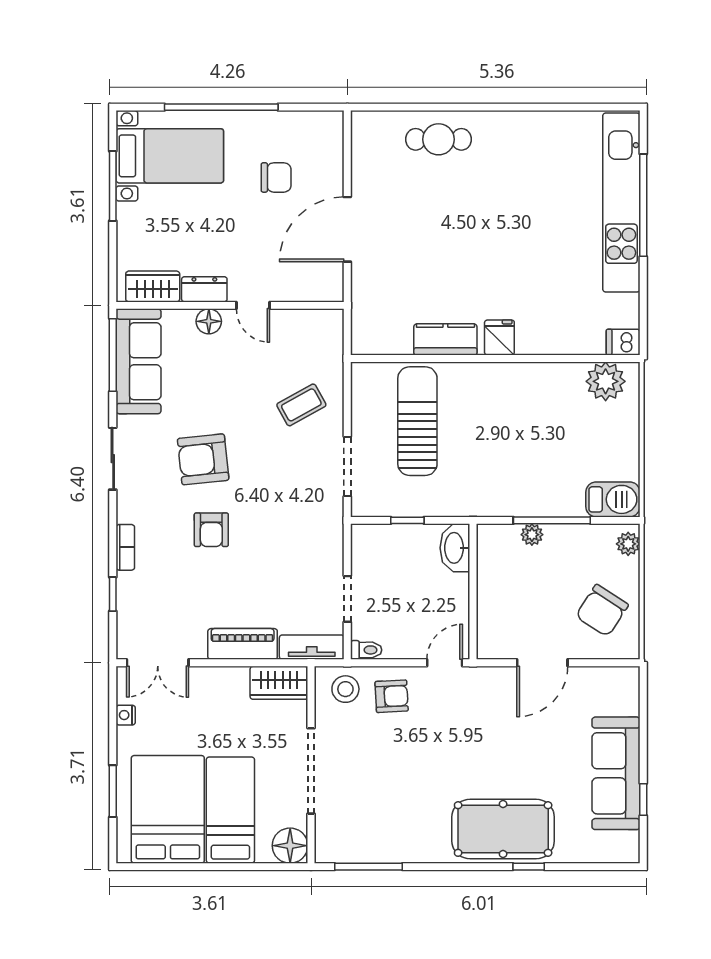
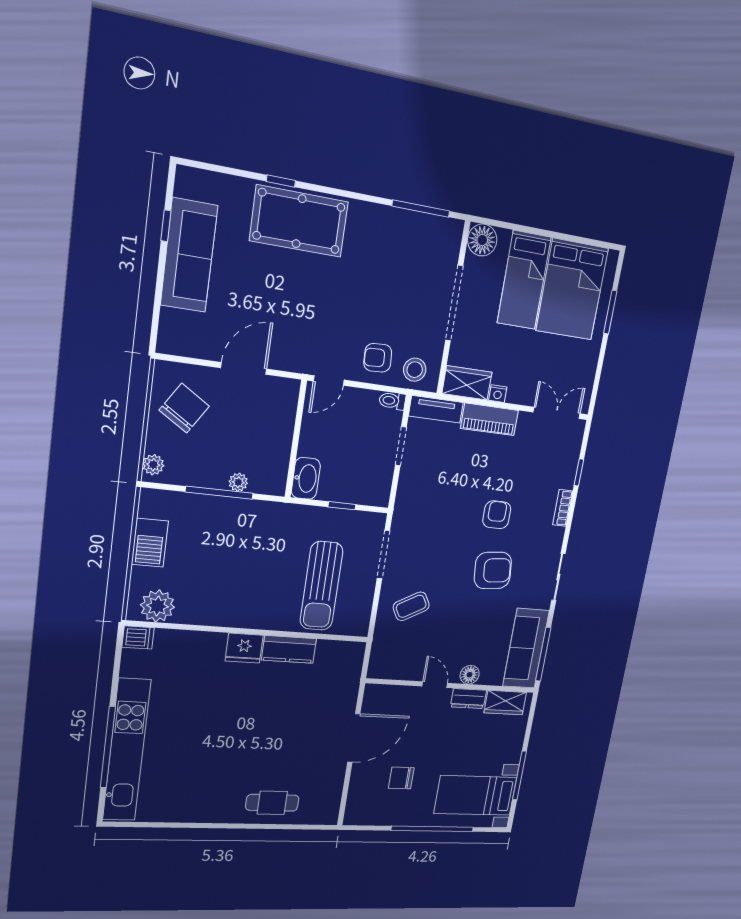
fridge: (499, 337) -> (244, 648), width x1.38
barbecue: (613, 499) -> (150, 543), moved, turned -90
nightstand: (126, 715) -> (498, 394), moved, turned 90

